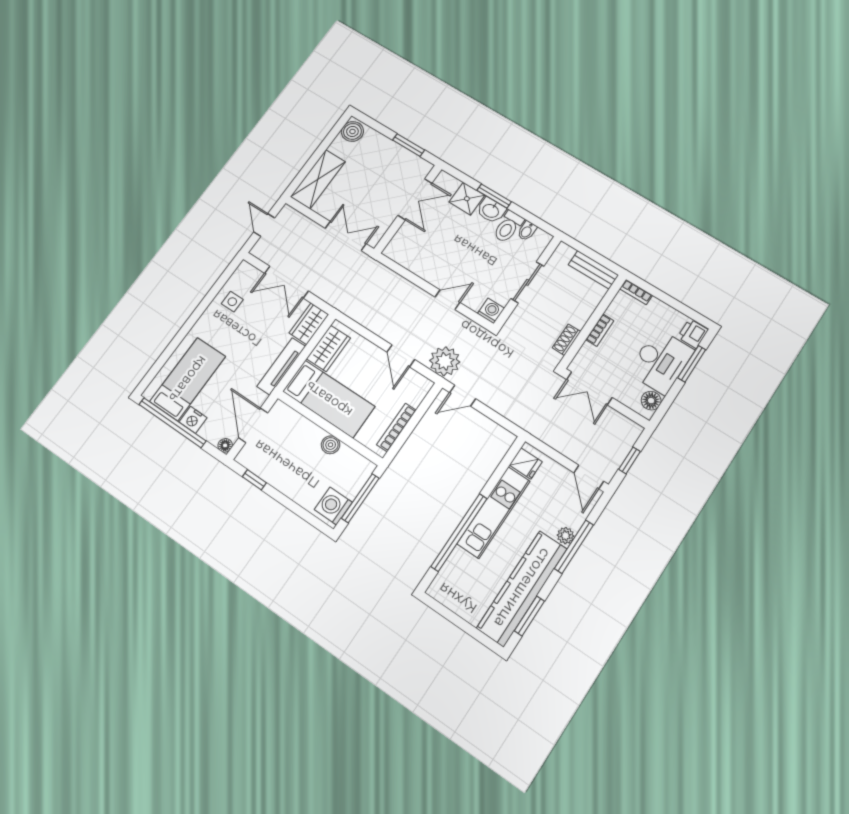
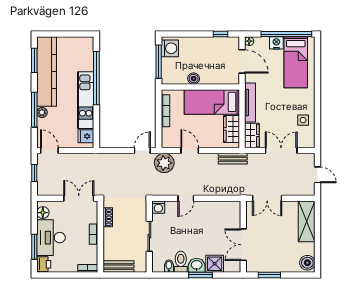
bench: (353, 311) -> (233, 159), added

